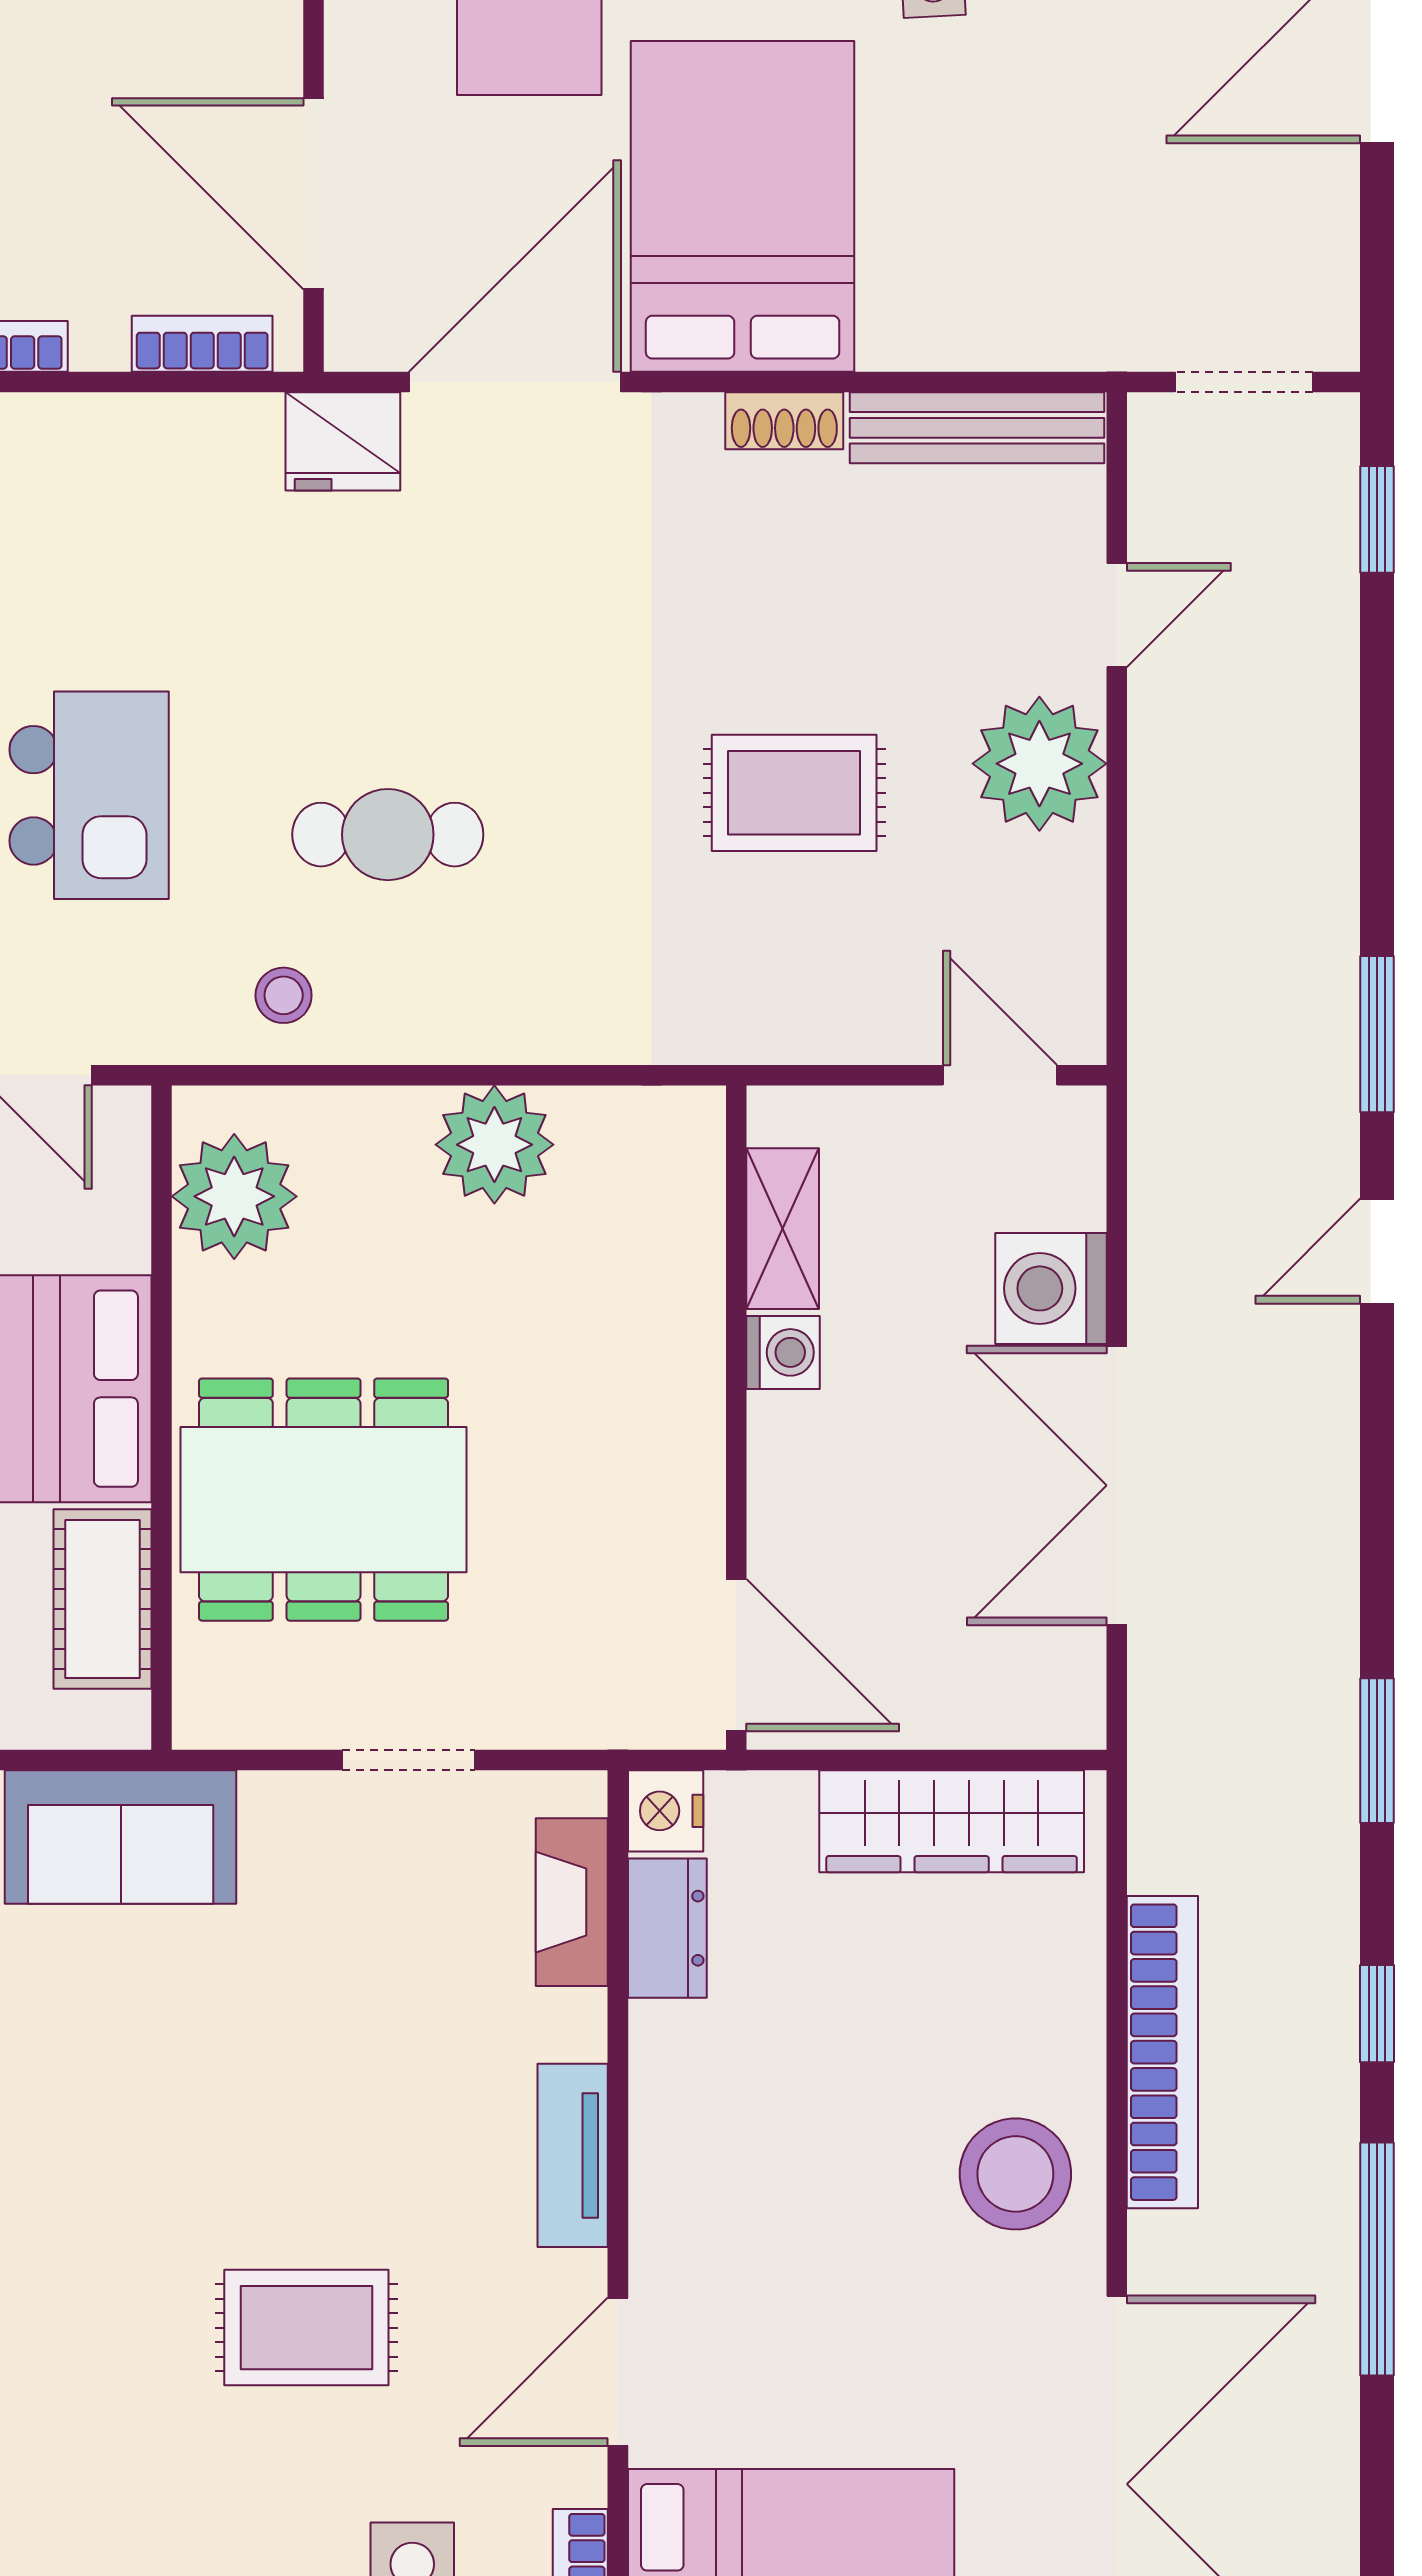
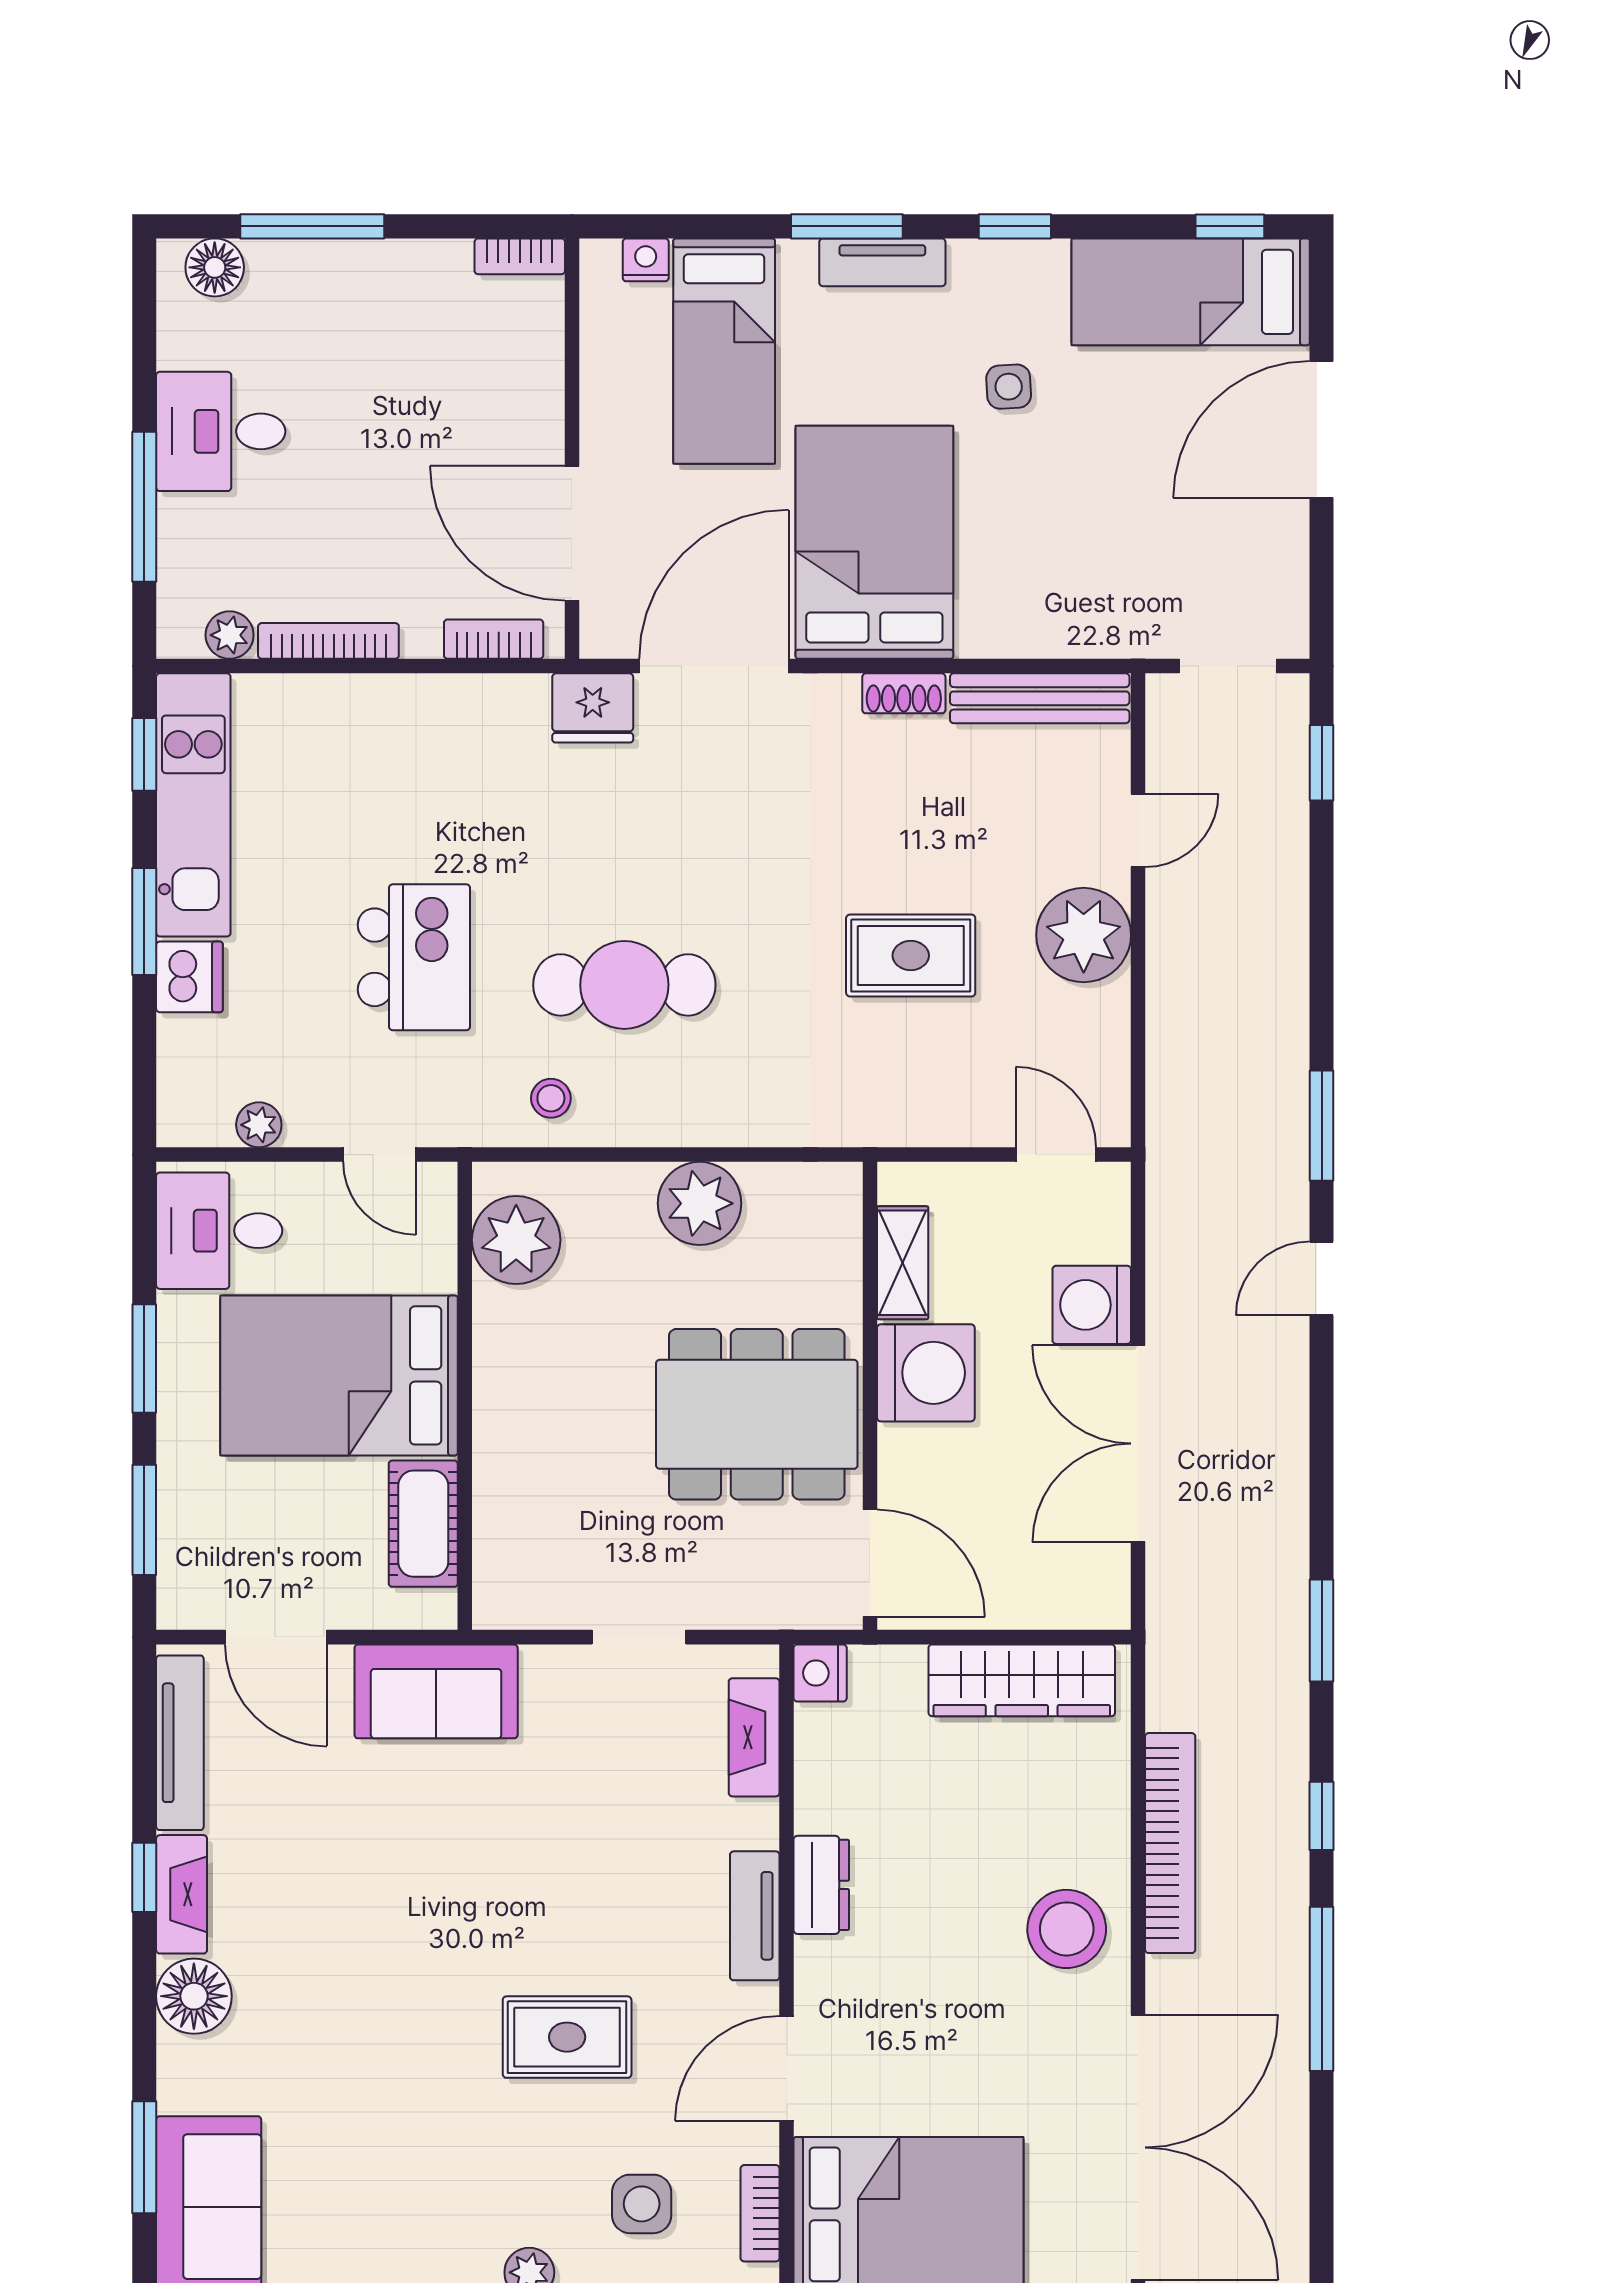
cafe table: (388, 835) -> (624, 985), width x1.37, depth x1.35
washing machine: (783, 1352) -> (926, 1373), width x1.89, depth x1.89
dining table: (324, 1500) -> (757, 1414), moved
dresser: (667, 1928) -> (821, 1885), moved

